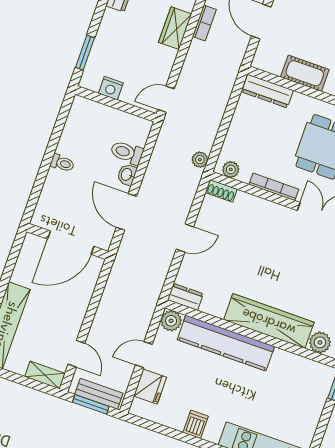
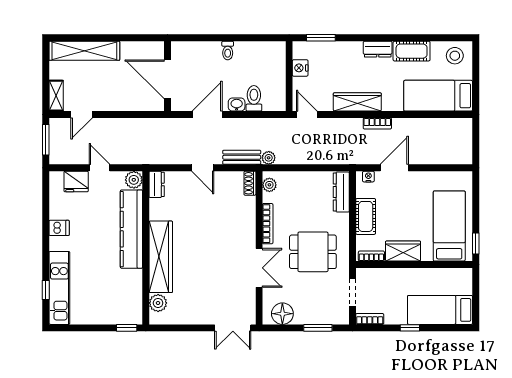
wardrobe: (175, 28) -> (357, 102), width x1.50
nightstand: (261, 54) -> (368, 177), added
bench: (99, 394) -> (242, 157), moved, turned 90

